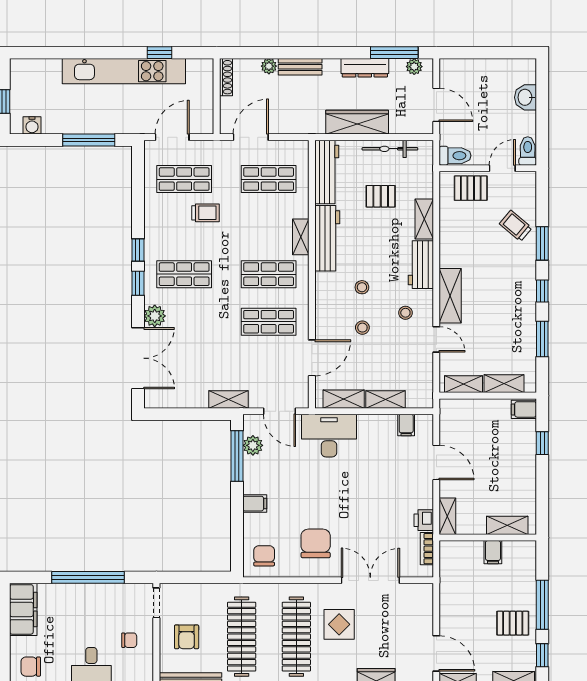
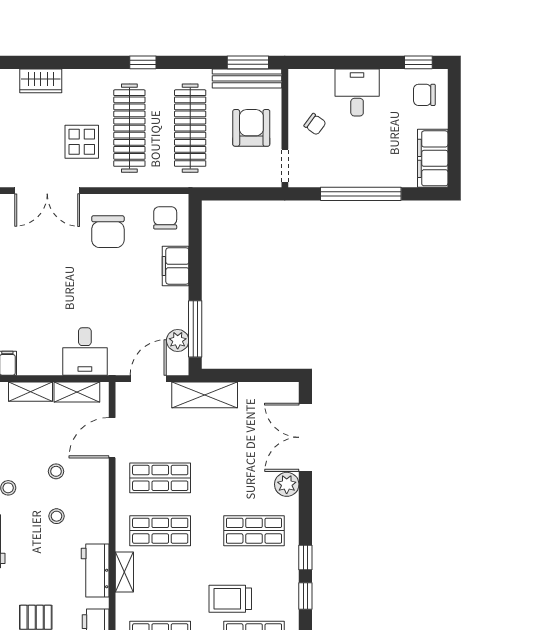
trolley: (205, 213) -> (230, 599), width x1.36, depth x1.39
workbench: (327, 238) -> (95, 571), width x0.73
window: (138, 283) -> (305, 596), moved
shelving: (229, 399) -> (205, 395), width x1.50, depth x1.33
door: (279, 411) -> (148, 379), hinge flipped
desk: (329, 436) -> (85, 351), width x0.73
filing cabinet: (255, 504) -> (176, 266), width x2.00
chair: (264, 556) -> (165, 218), turned 180
armchair: (187, 637) -> (251, 128), width x1.38, depth x1.38
chair: (129, 640) -> (315, 124), turned -144
chair: (31, 667) -> (424, 95), turned 180

